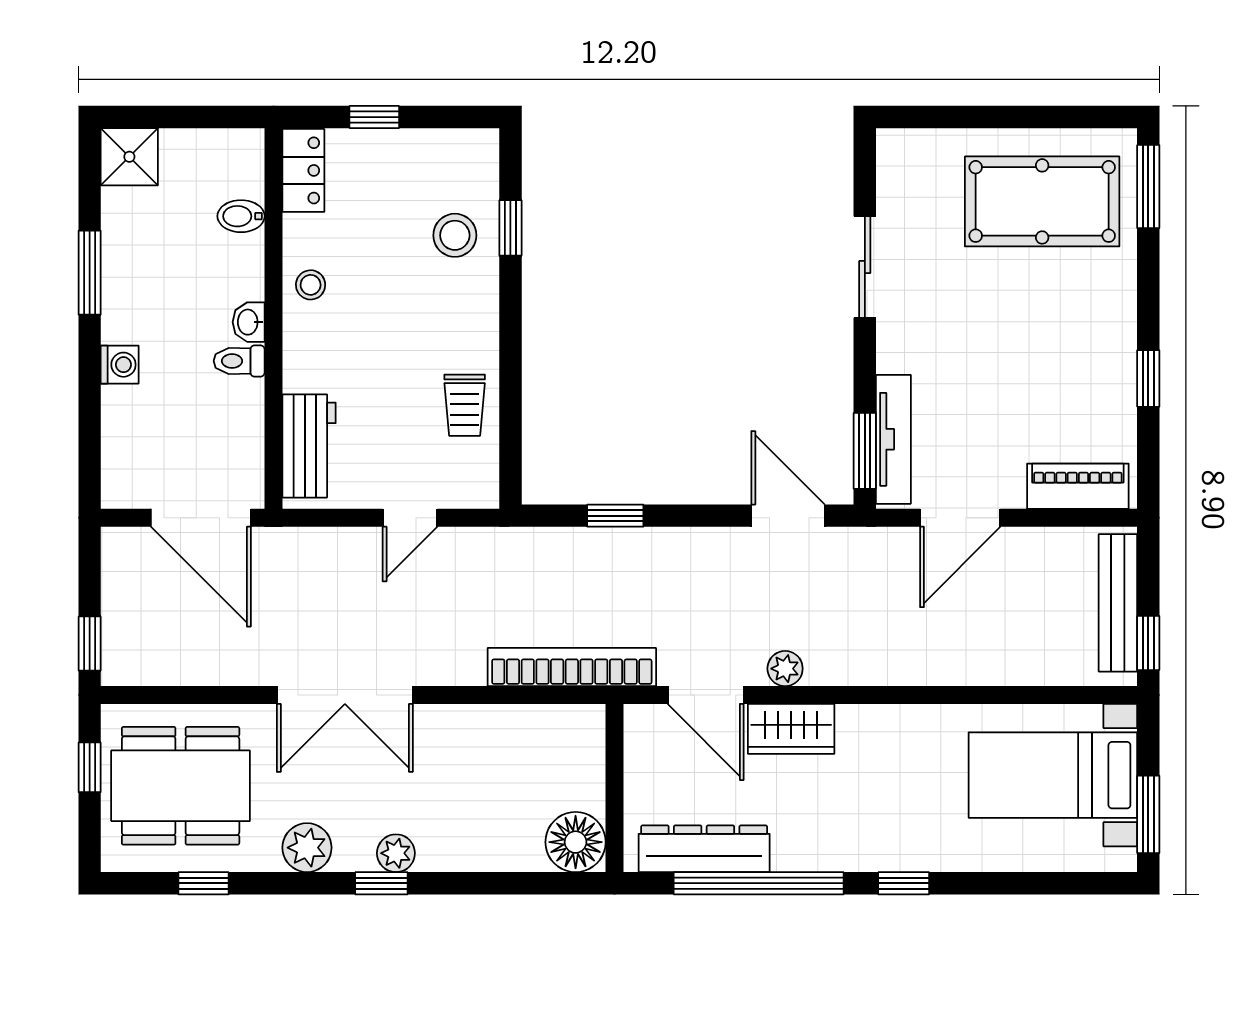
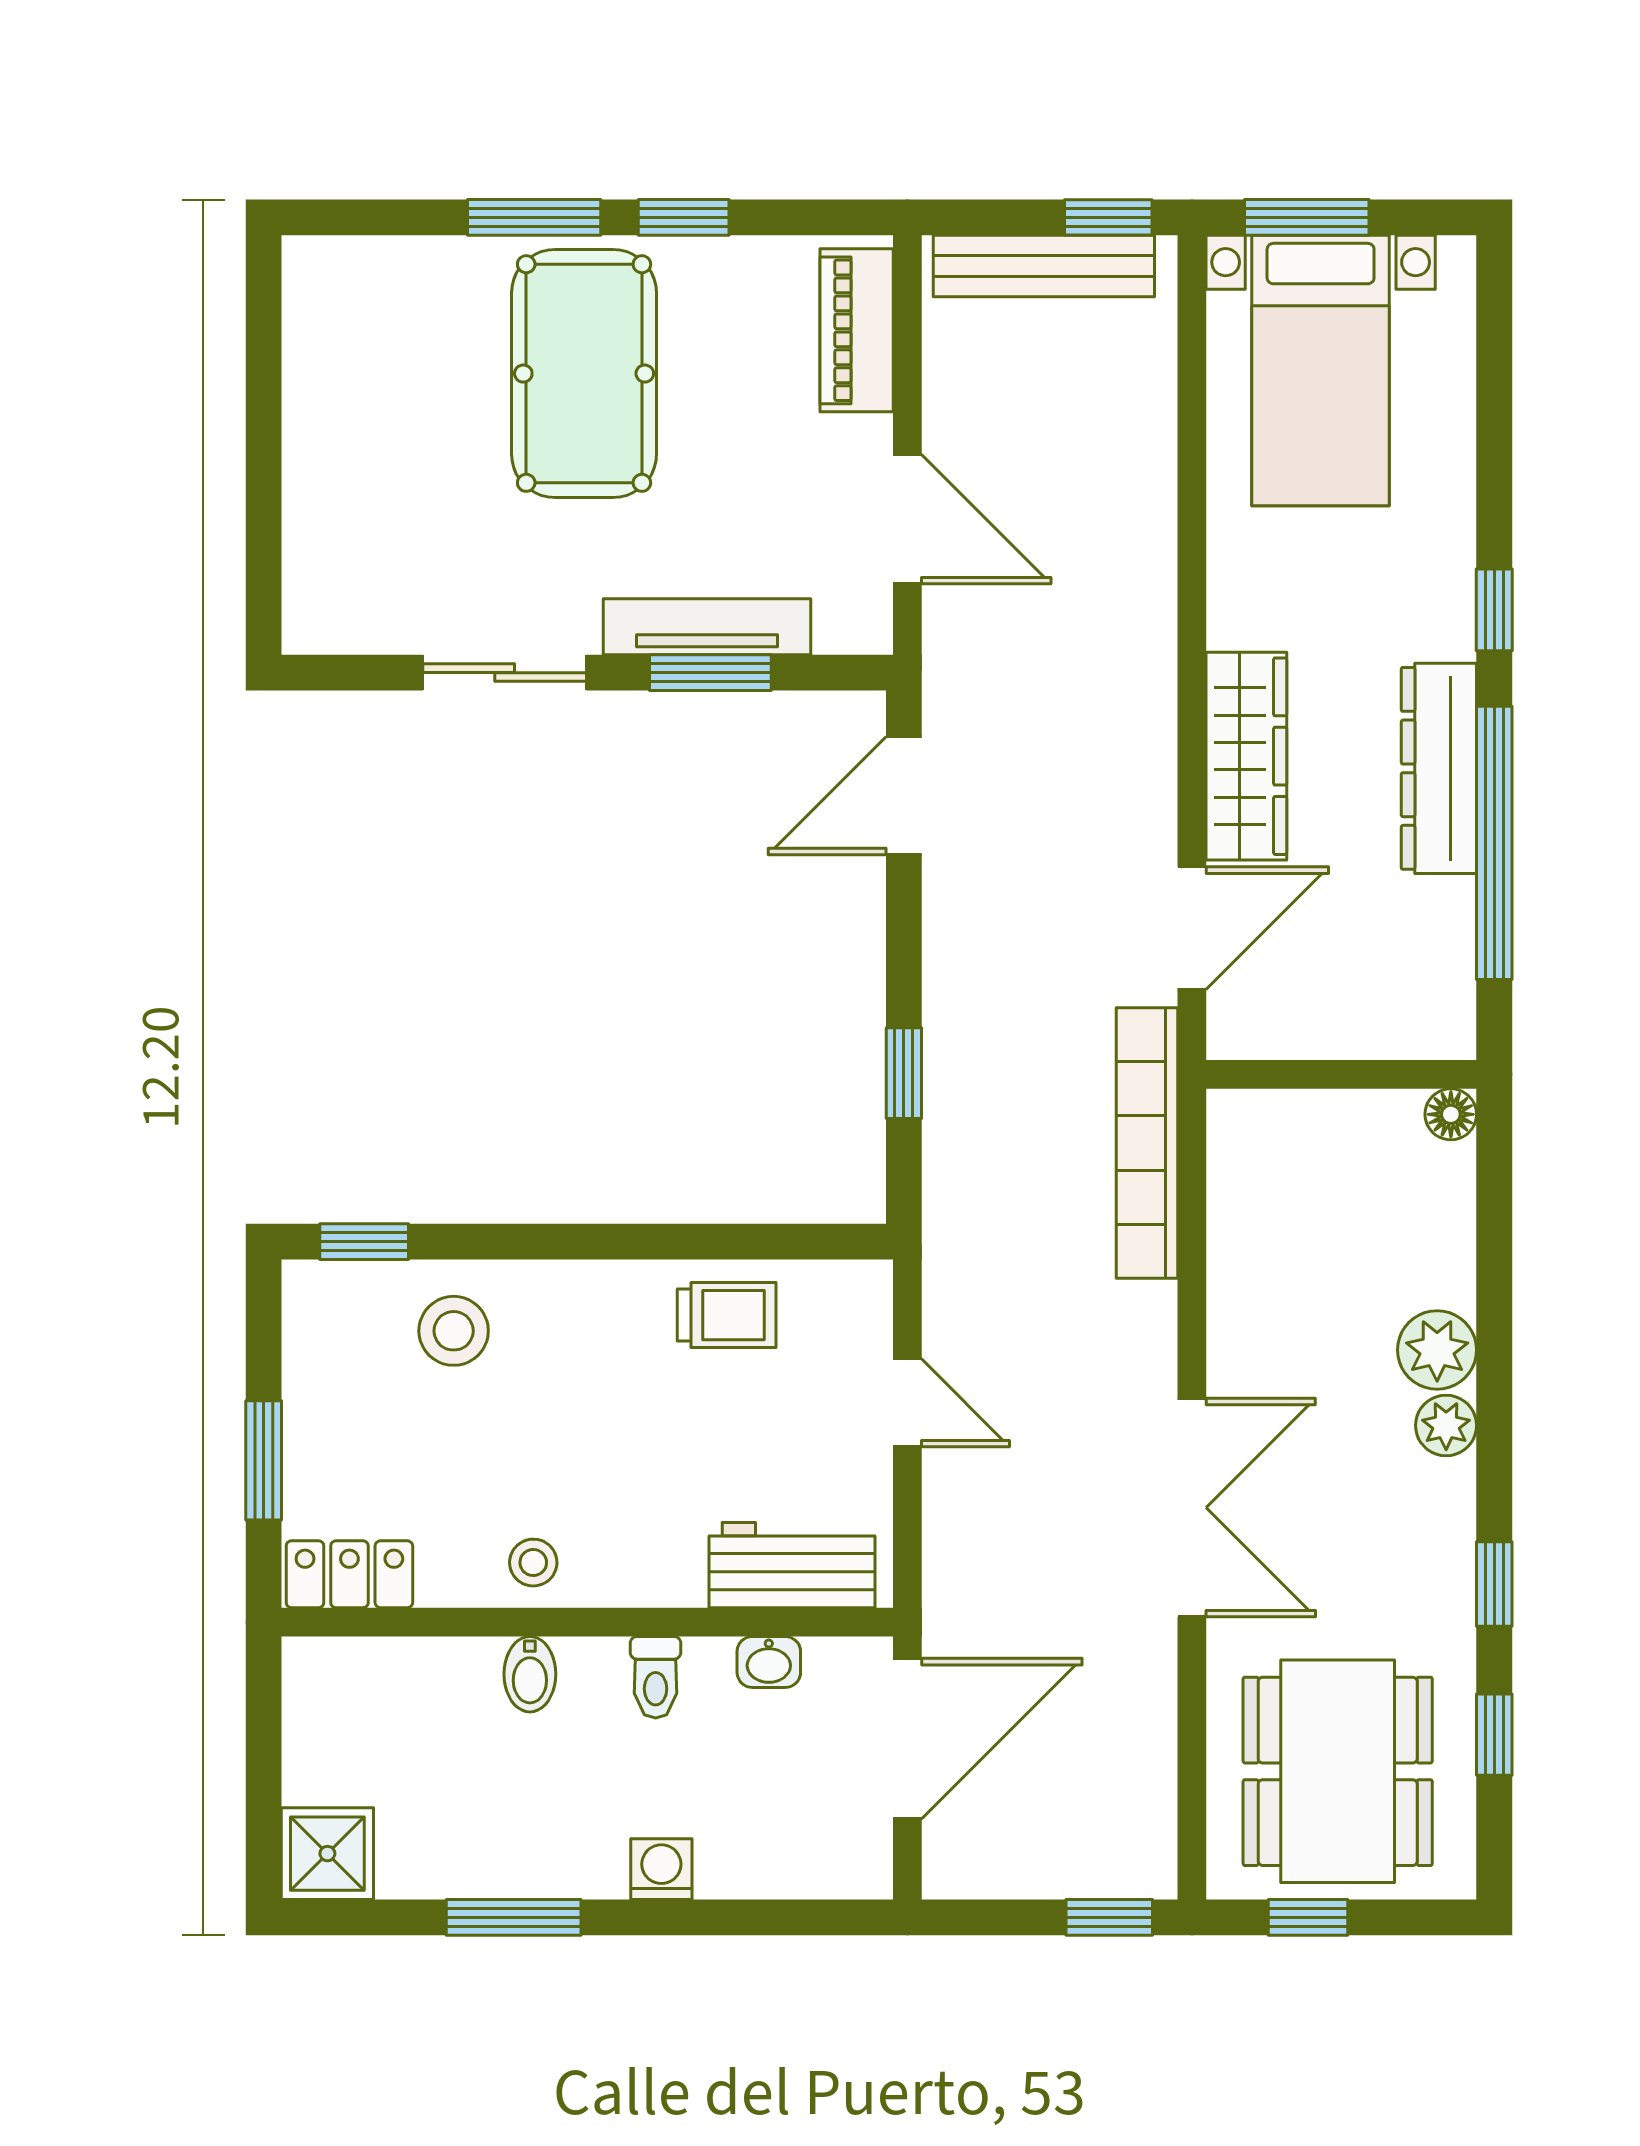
window: (374, 117) -> (264, 1460), width x1.50
window: (1148, 187) -> (534, 217), moved
pool table: (1042, 201) -> (584, 374), moved
bidet: (241, 216) -> (530, 1674), moved
window: (510, 228) -> (364, 1242), moved
washbasin: (249, 322) -> (769, 1662), moved
tv unit: (893, 439) -> (707, 627), moved
window: (865, 451) -> (710, 673), moved
plant: (785, 669) -> (1149, 801), removed
wardrobe: (791, 729) -> (1246, 756), width x1.50
window: (1148, 814) -> (1307, 217), moved
floor lamp: (576, 842) -> (1451, 1114), width x0.53, depth x0.53
plant: (307, 848) -> (1437, 1350), moved
dresser: (704, 849) -> (1439, 768), moved
window: (381, 883) -> (1494, 1584), moved

